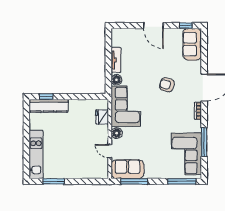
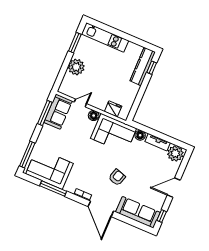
plant: (120, 38) -> (175, 153), added
sofa: (192, 44) -> (138, 212), width x1.36
plant: (77, 170) -> (76, 67), added

